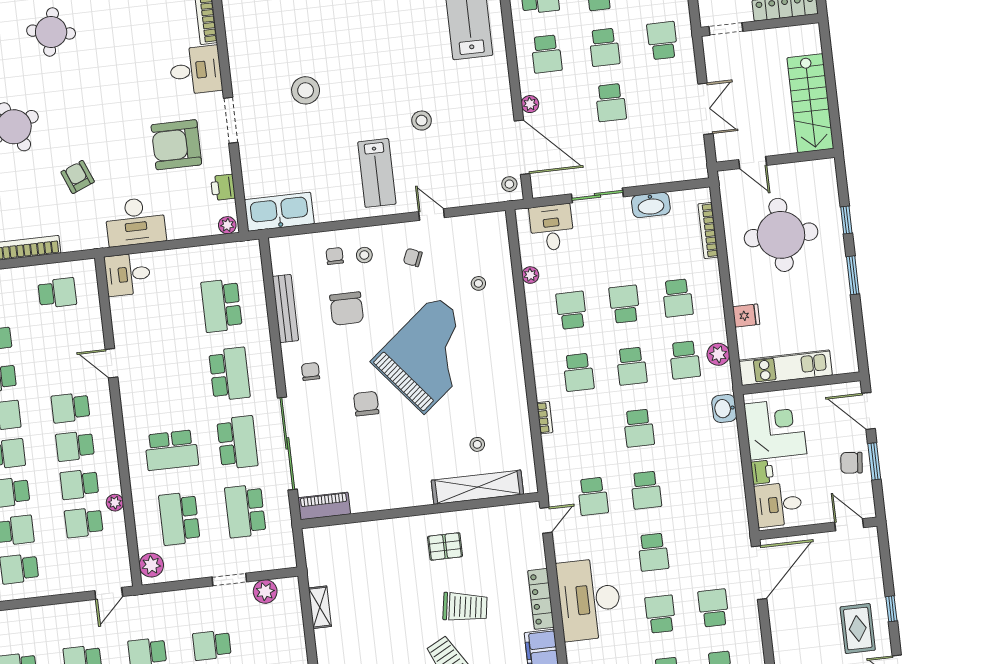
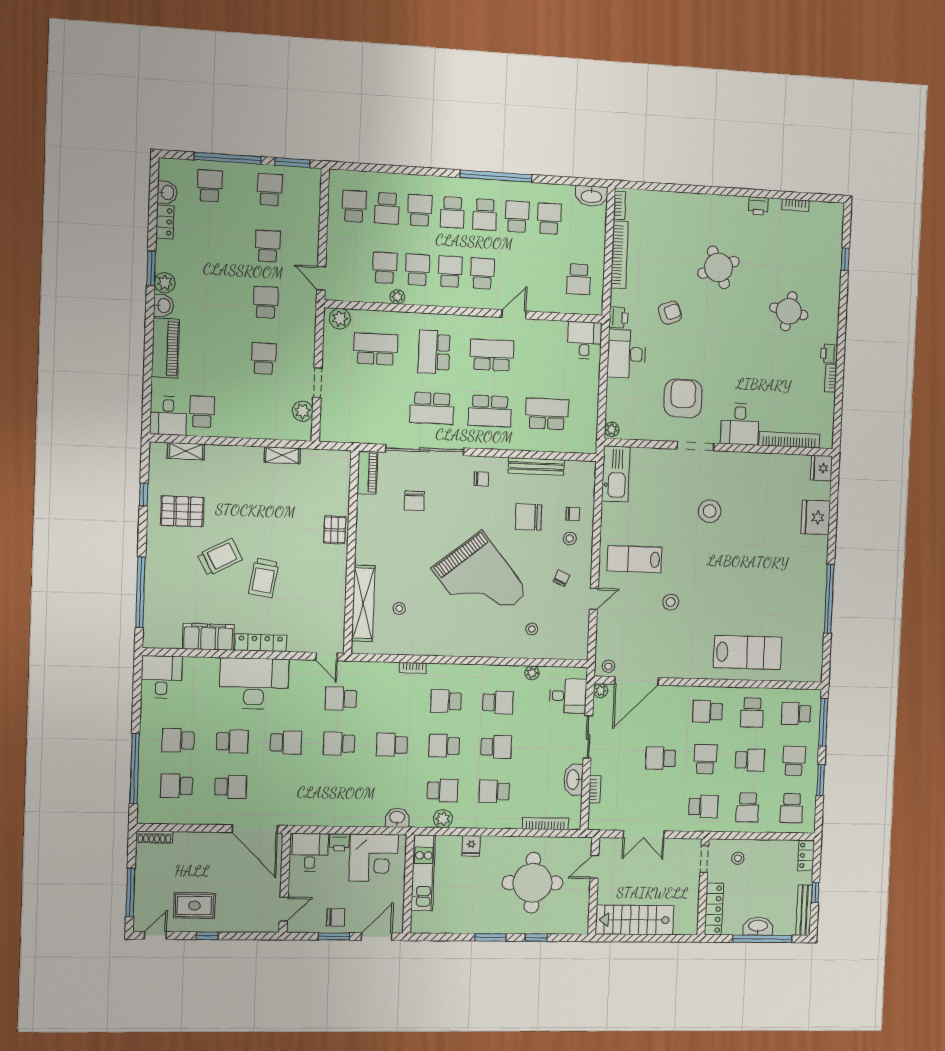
school desk: (604, 47) -> (705, 759), turned 90
plant: (530, 104) -> (601, 691), moved
bookcase: (659, 177) -> (595, 789), added
printer: (223, 187) -> (618, 318), moved, turned 90
school desk: (685, 360) -> (442, 790), turned 180
chair: (366, 404) -> (414, 501), moved, turned 90
chair: (852, 463) -> (336, 917), turned 84
school desk: (245, 511) -> (492, 355), moved
pallet: (445, 546) -> (335, 530), moved
school desk: (653, 552) -> (286, 743), turned 180

